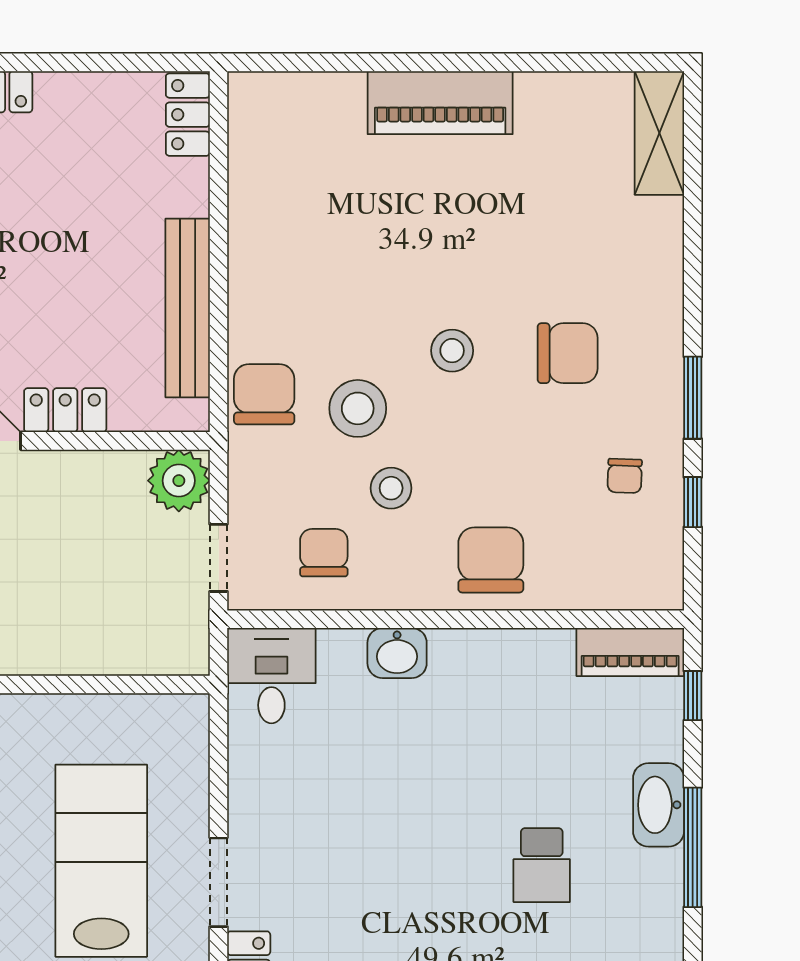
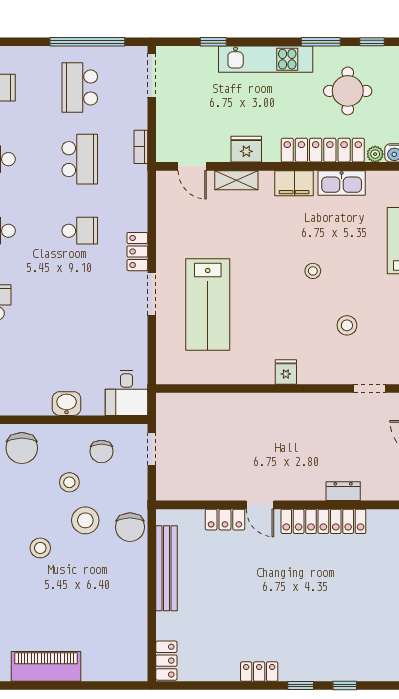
plant: (179, 481) -> (171, 486), removed

